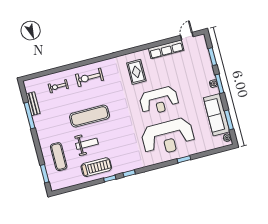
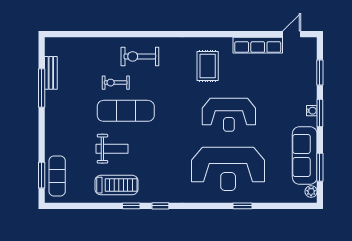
exercise bike: (58, 86) -> (116, 83), moved
exercise mat: (59, 157) -> (57, 176), moved

